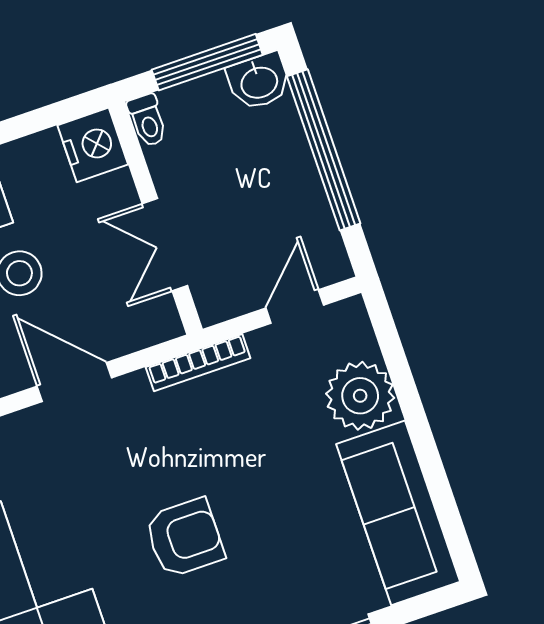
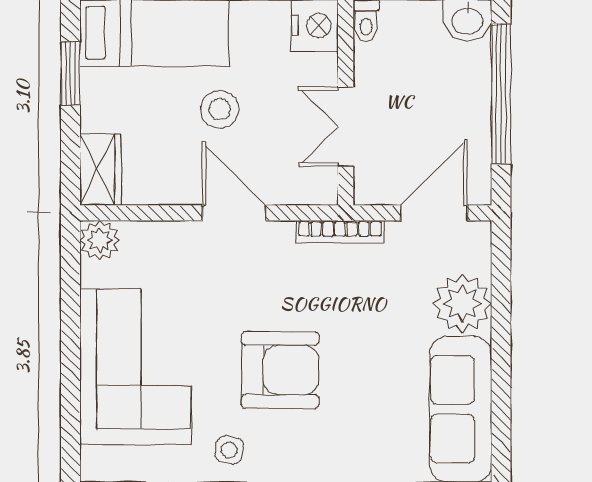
door: (295, 307) -> (434, 213), width x1.38
armchair: (185, 538) -> (280, 370), width x1.36, depth x1.36

